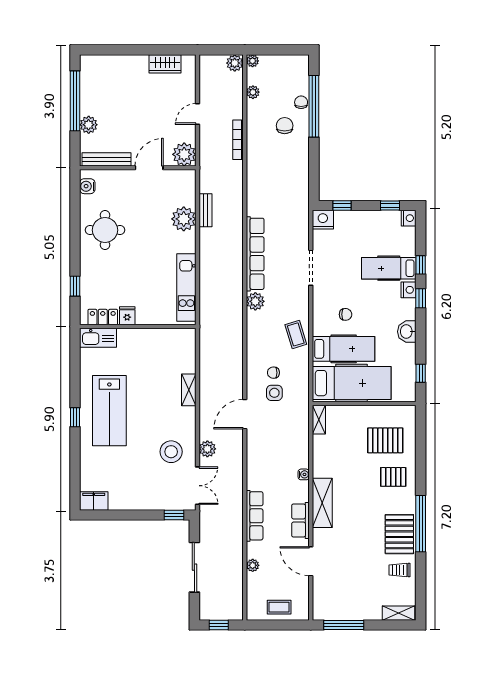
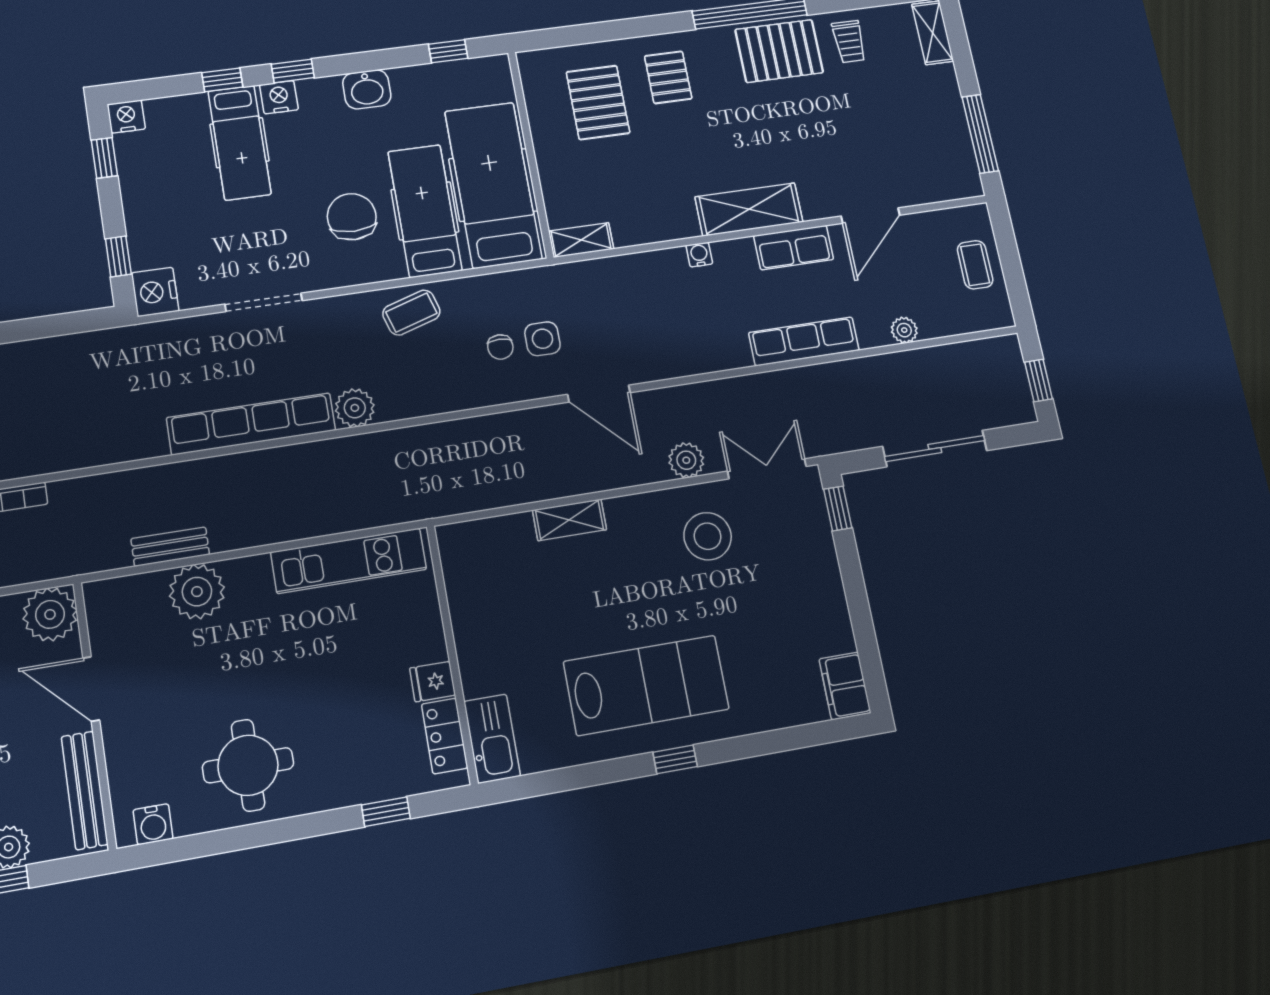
chair: (346, 314) -> (352, 217), width x1.87, depth x1.87

